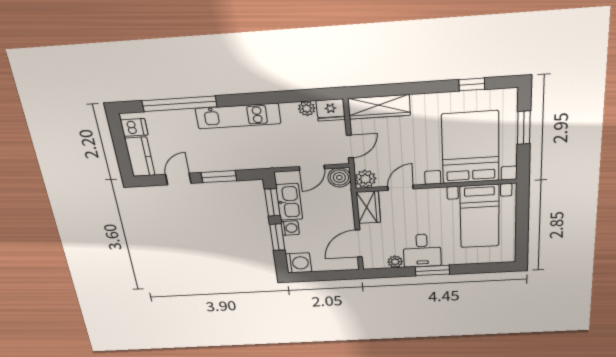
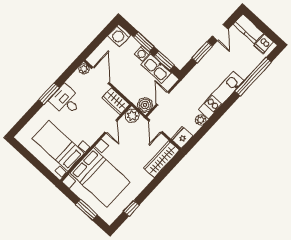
plant: (307, 108) -> (201, 120), moved
plant: (395, 262) -> (84, 69), moved

